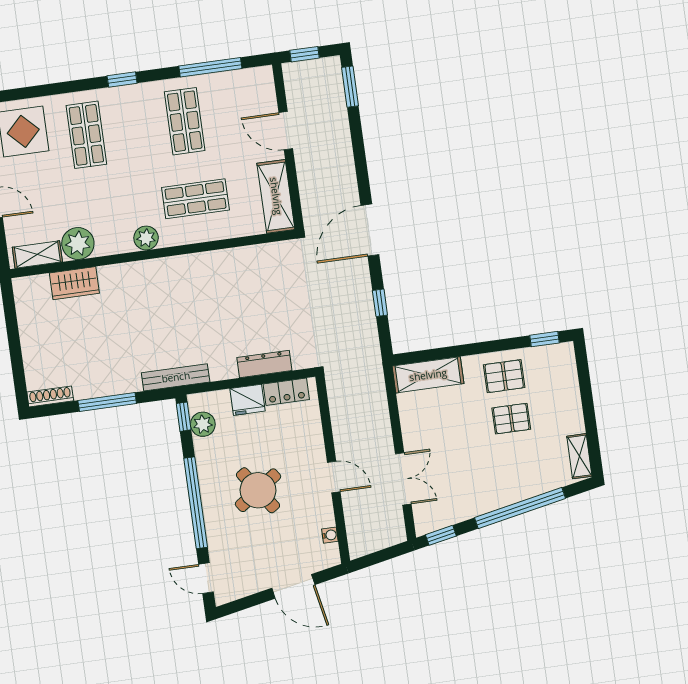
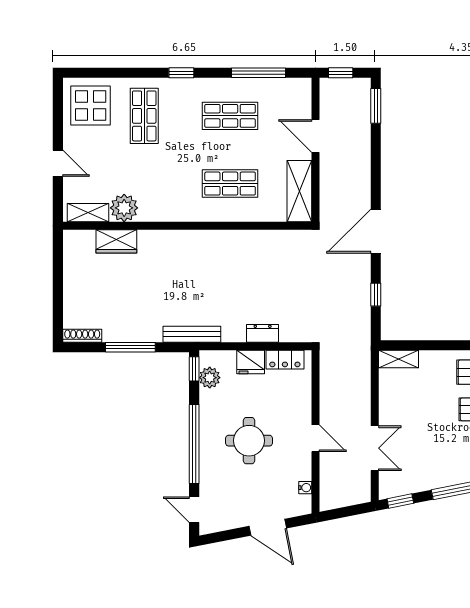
shop shelf: (185, 121) -> (230, 116), turned 90
plant: (146, 238) -> (183, 211), removed
dresser: (264, 364) -> (263, 333), width x0.70
shelving: (428, 375) -> (398, 359), width x0.67, depth x0.75
round table: (258, 490) -> (249, 441), turned 35

